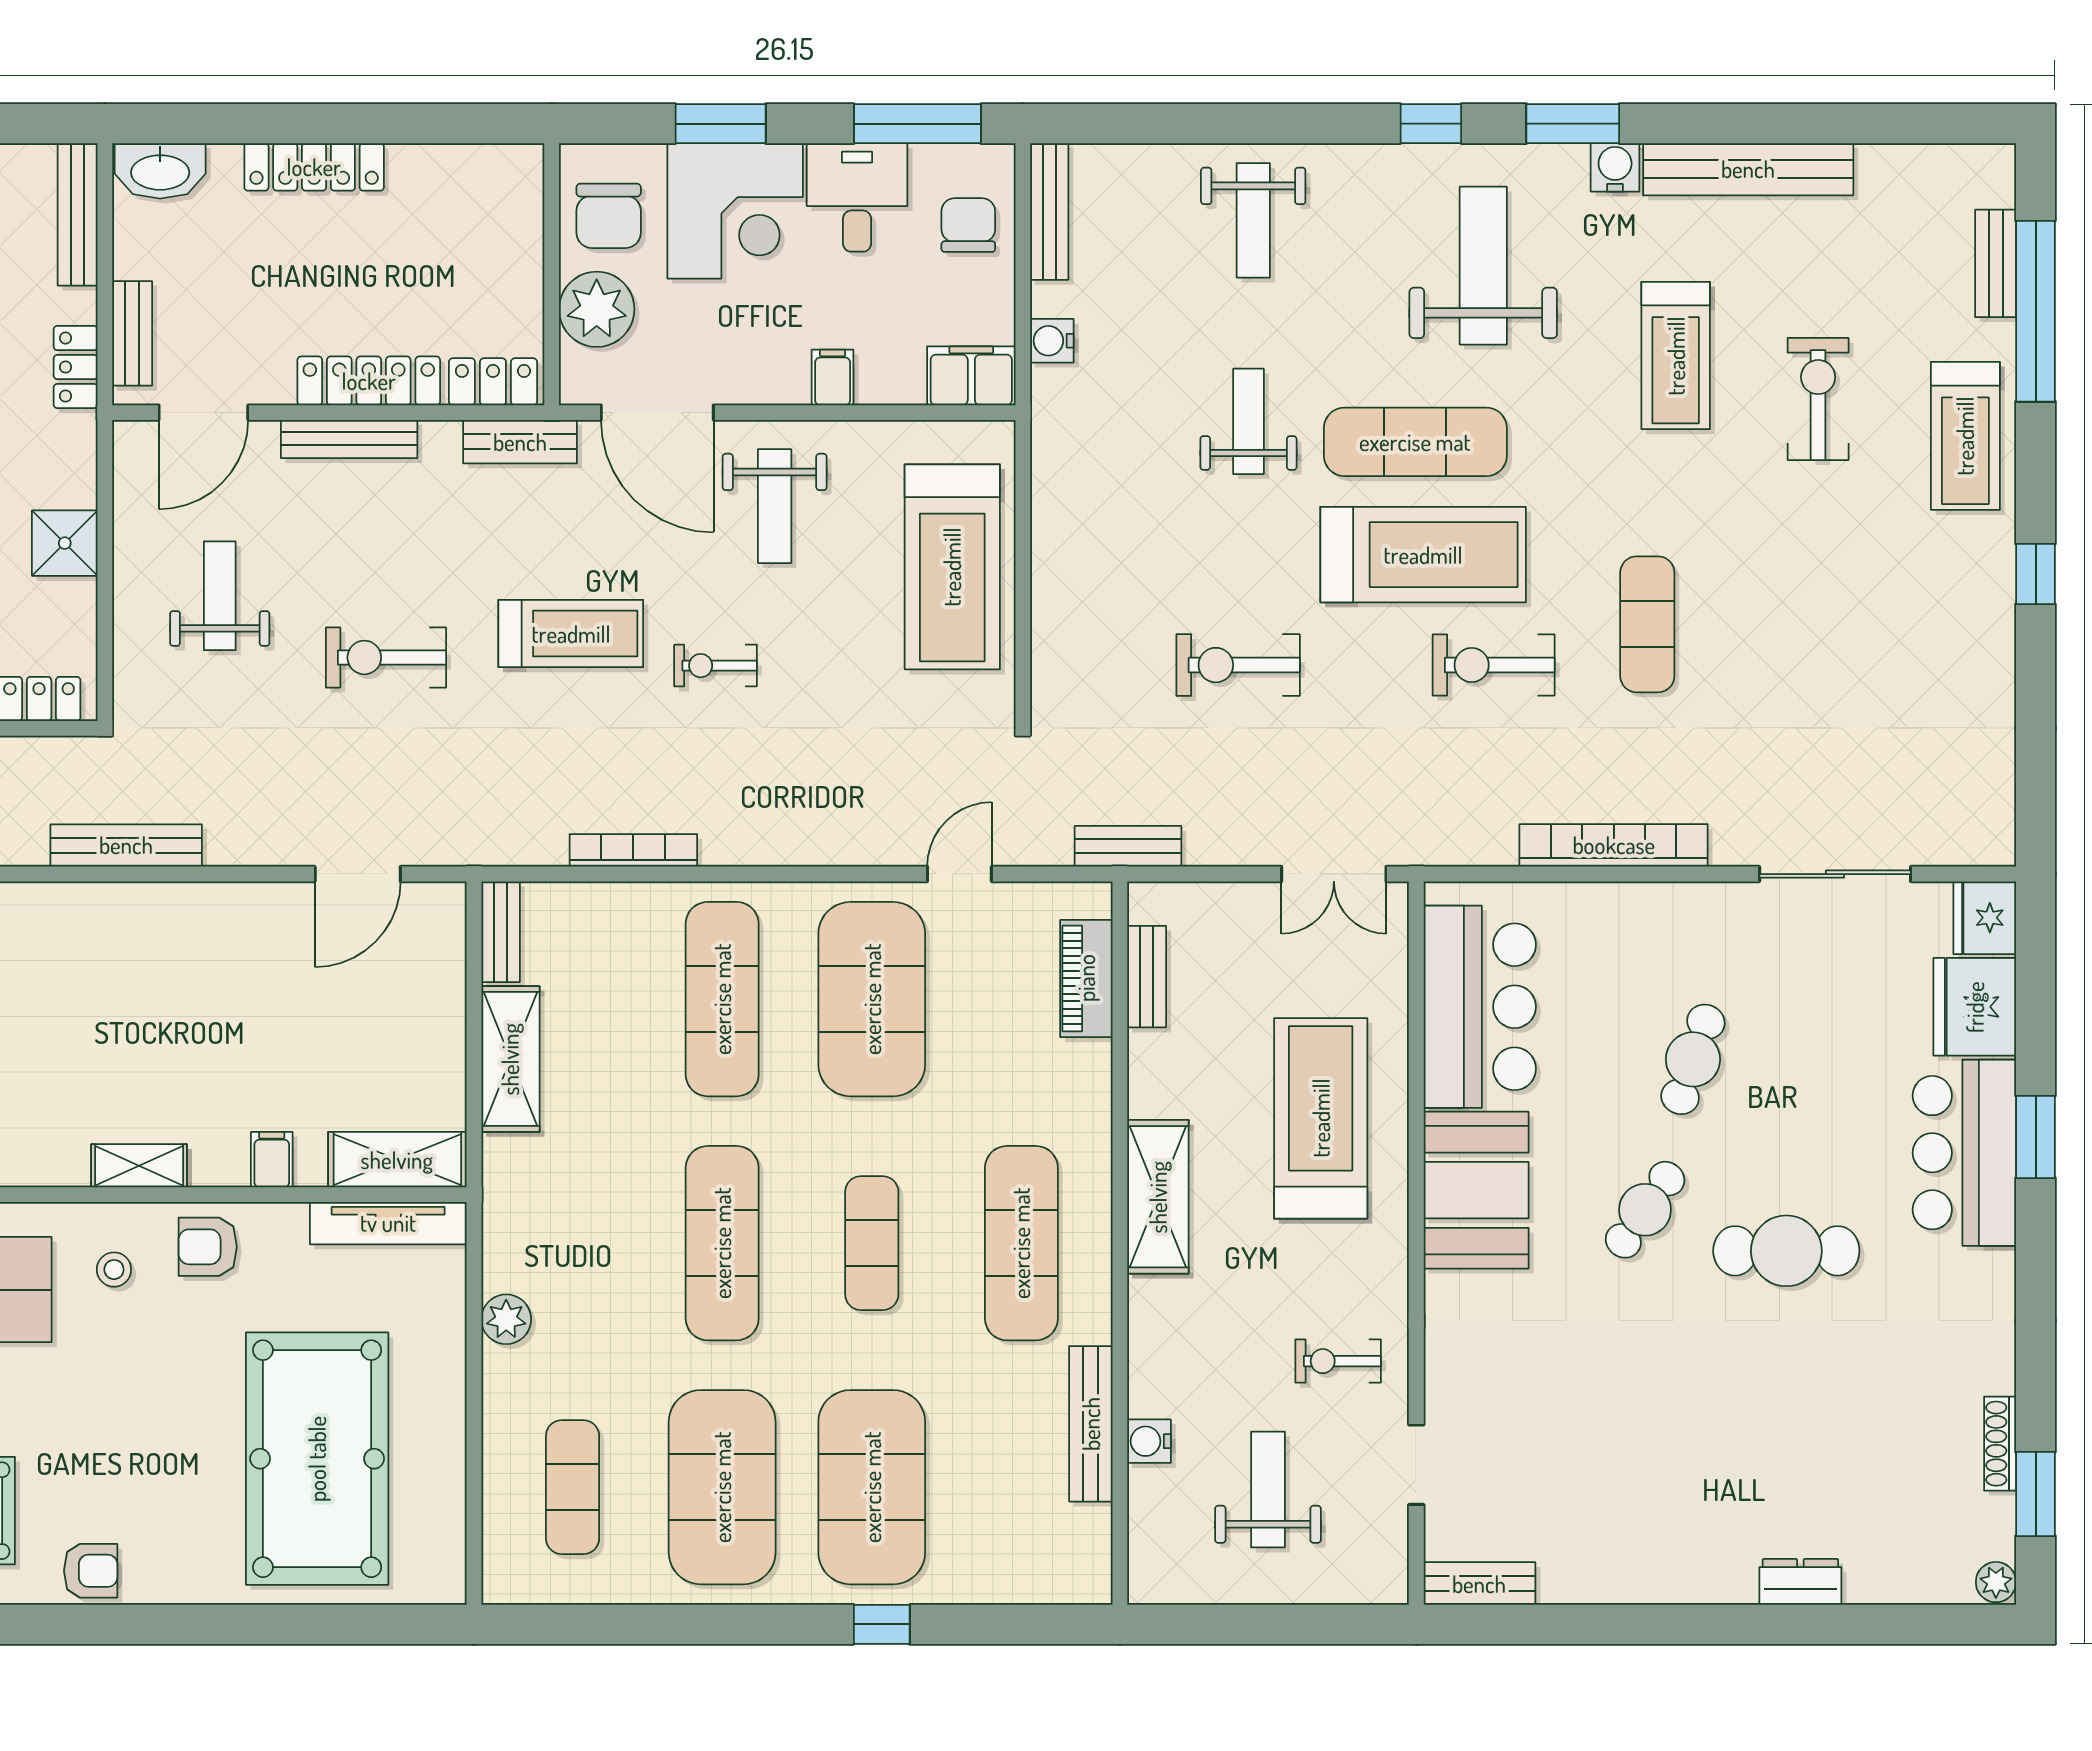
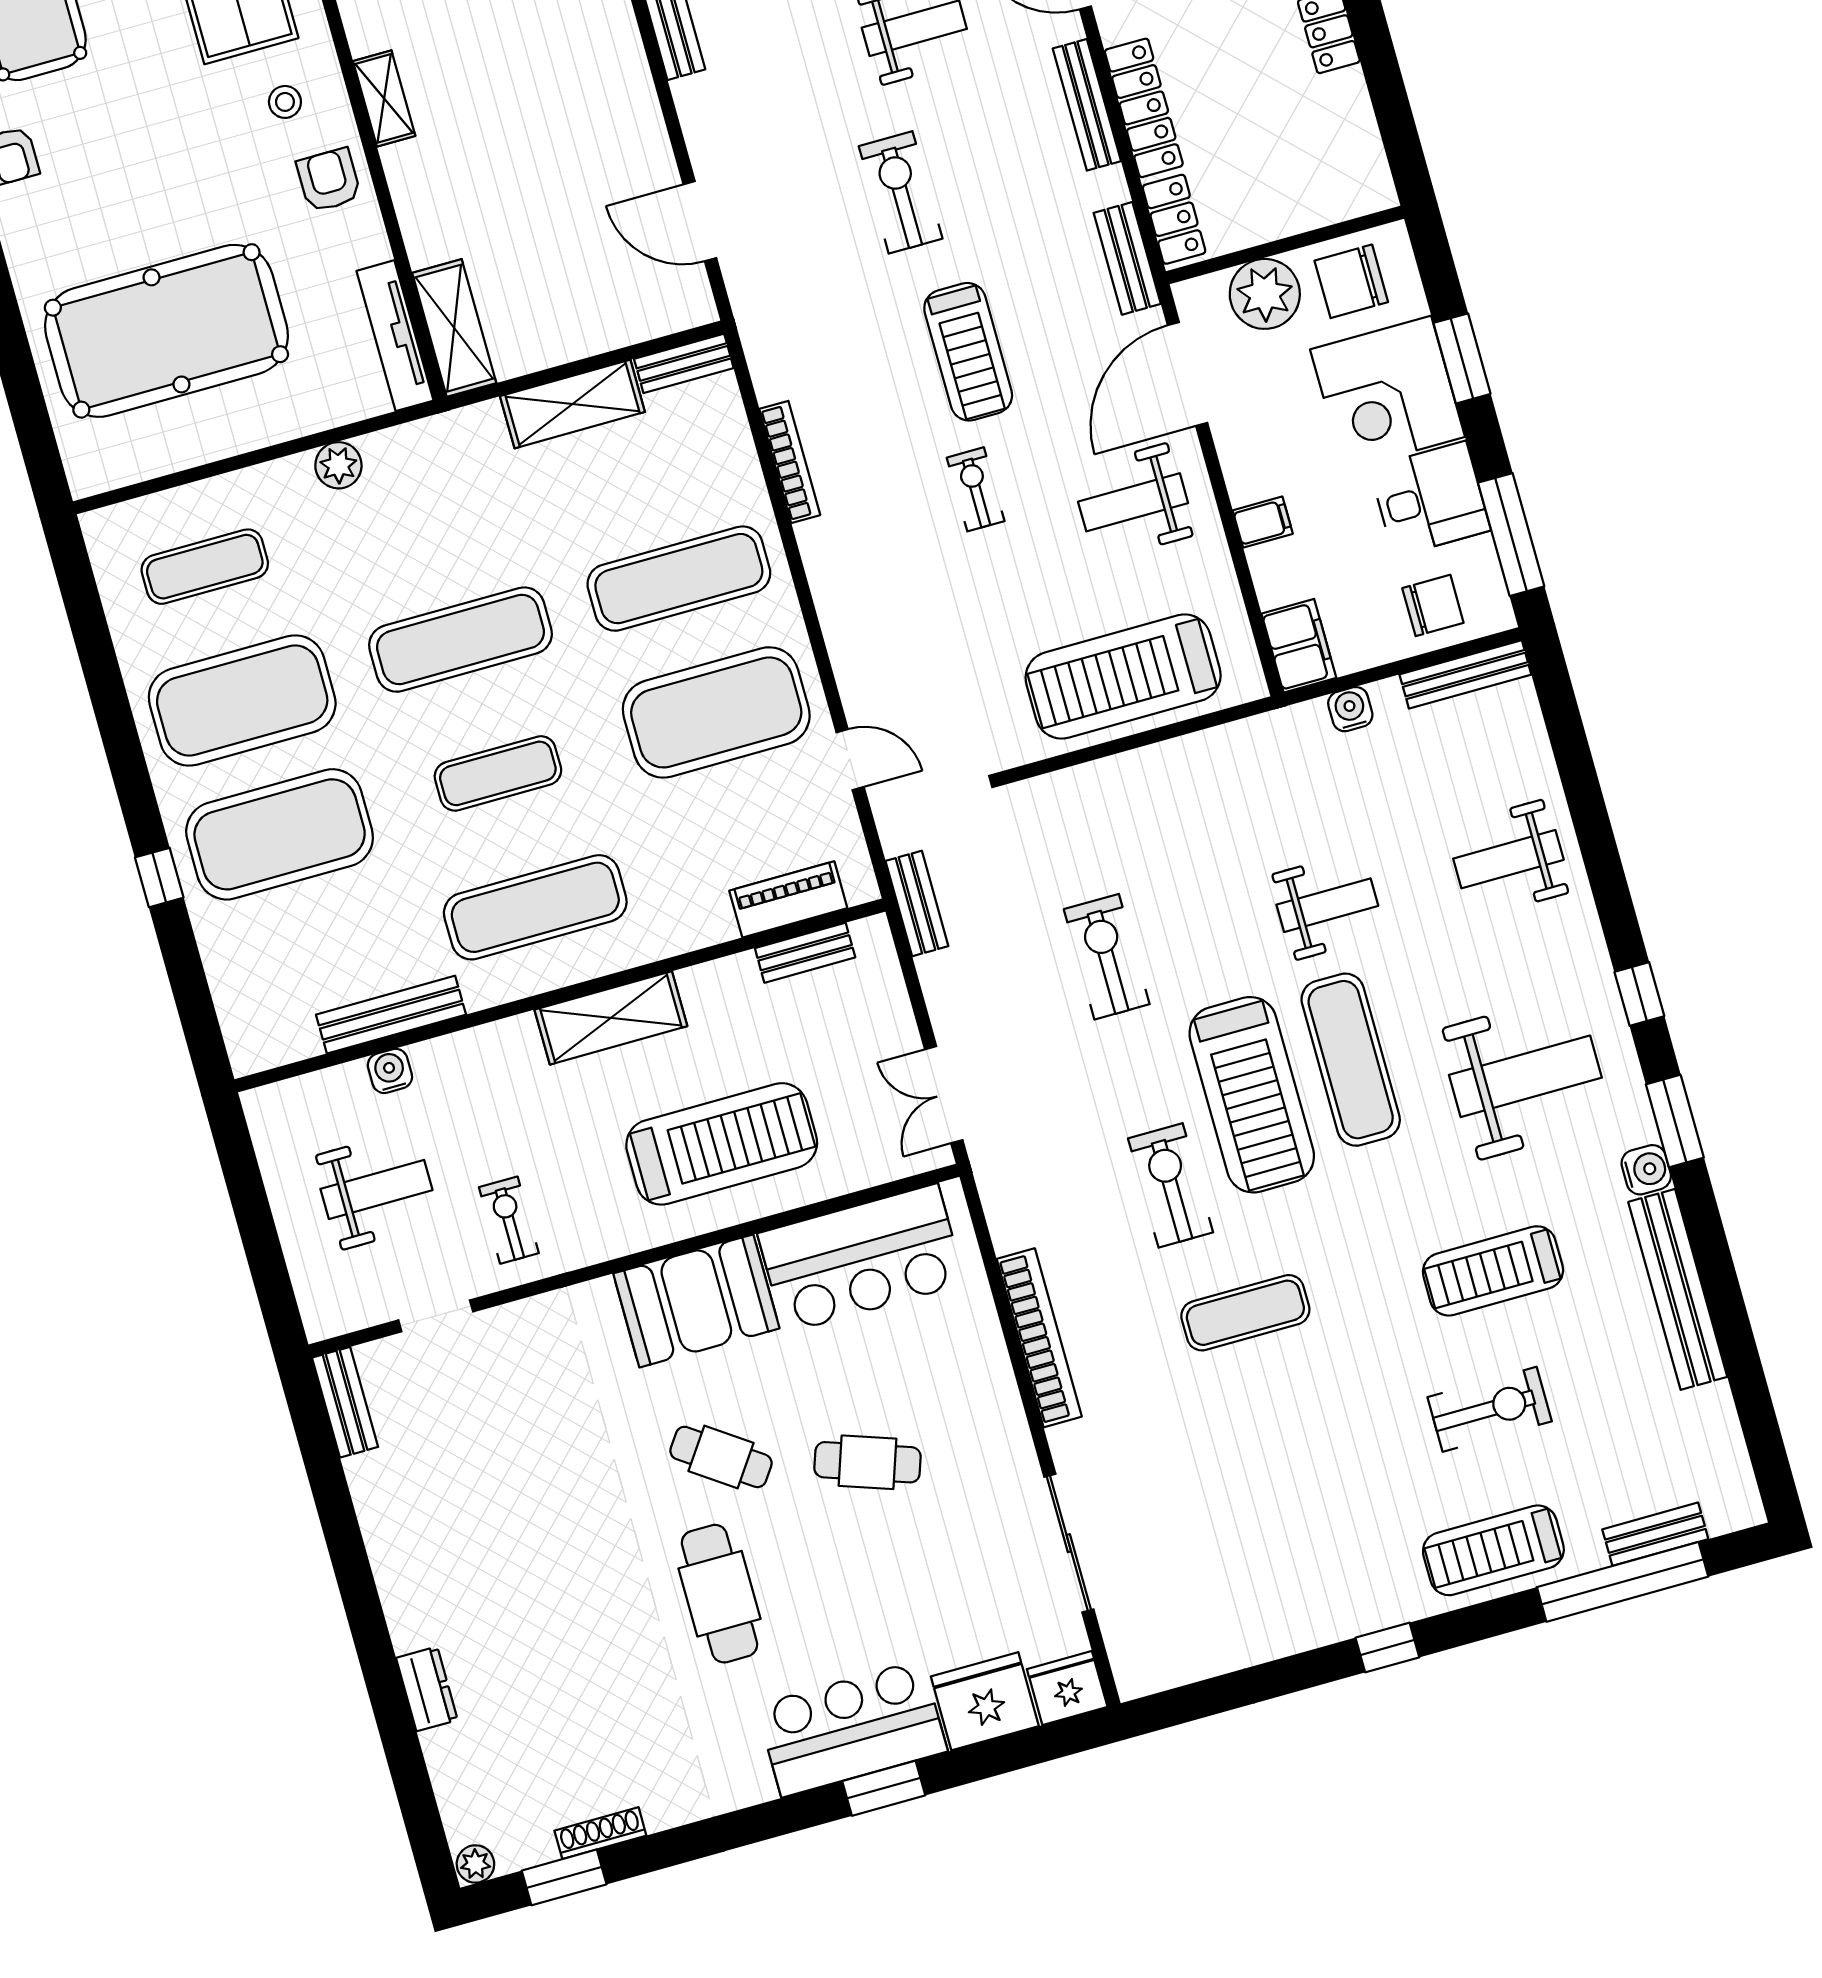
filing cabinet: (272, 1160) -> (423, 216), removed

